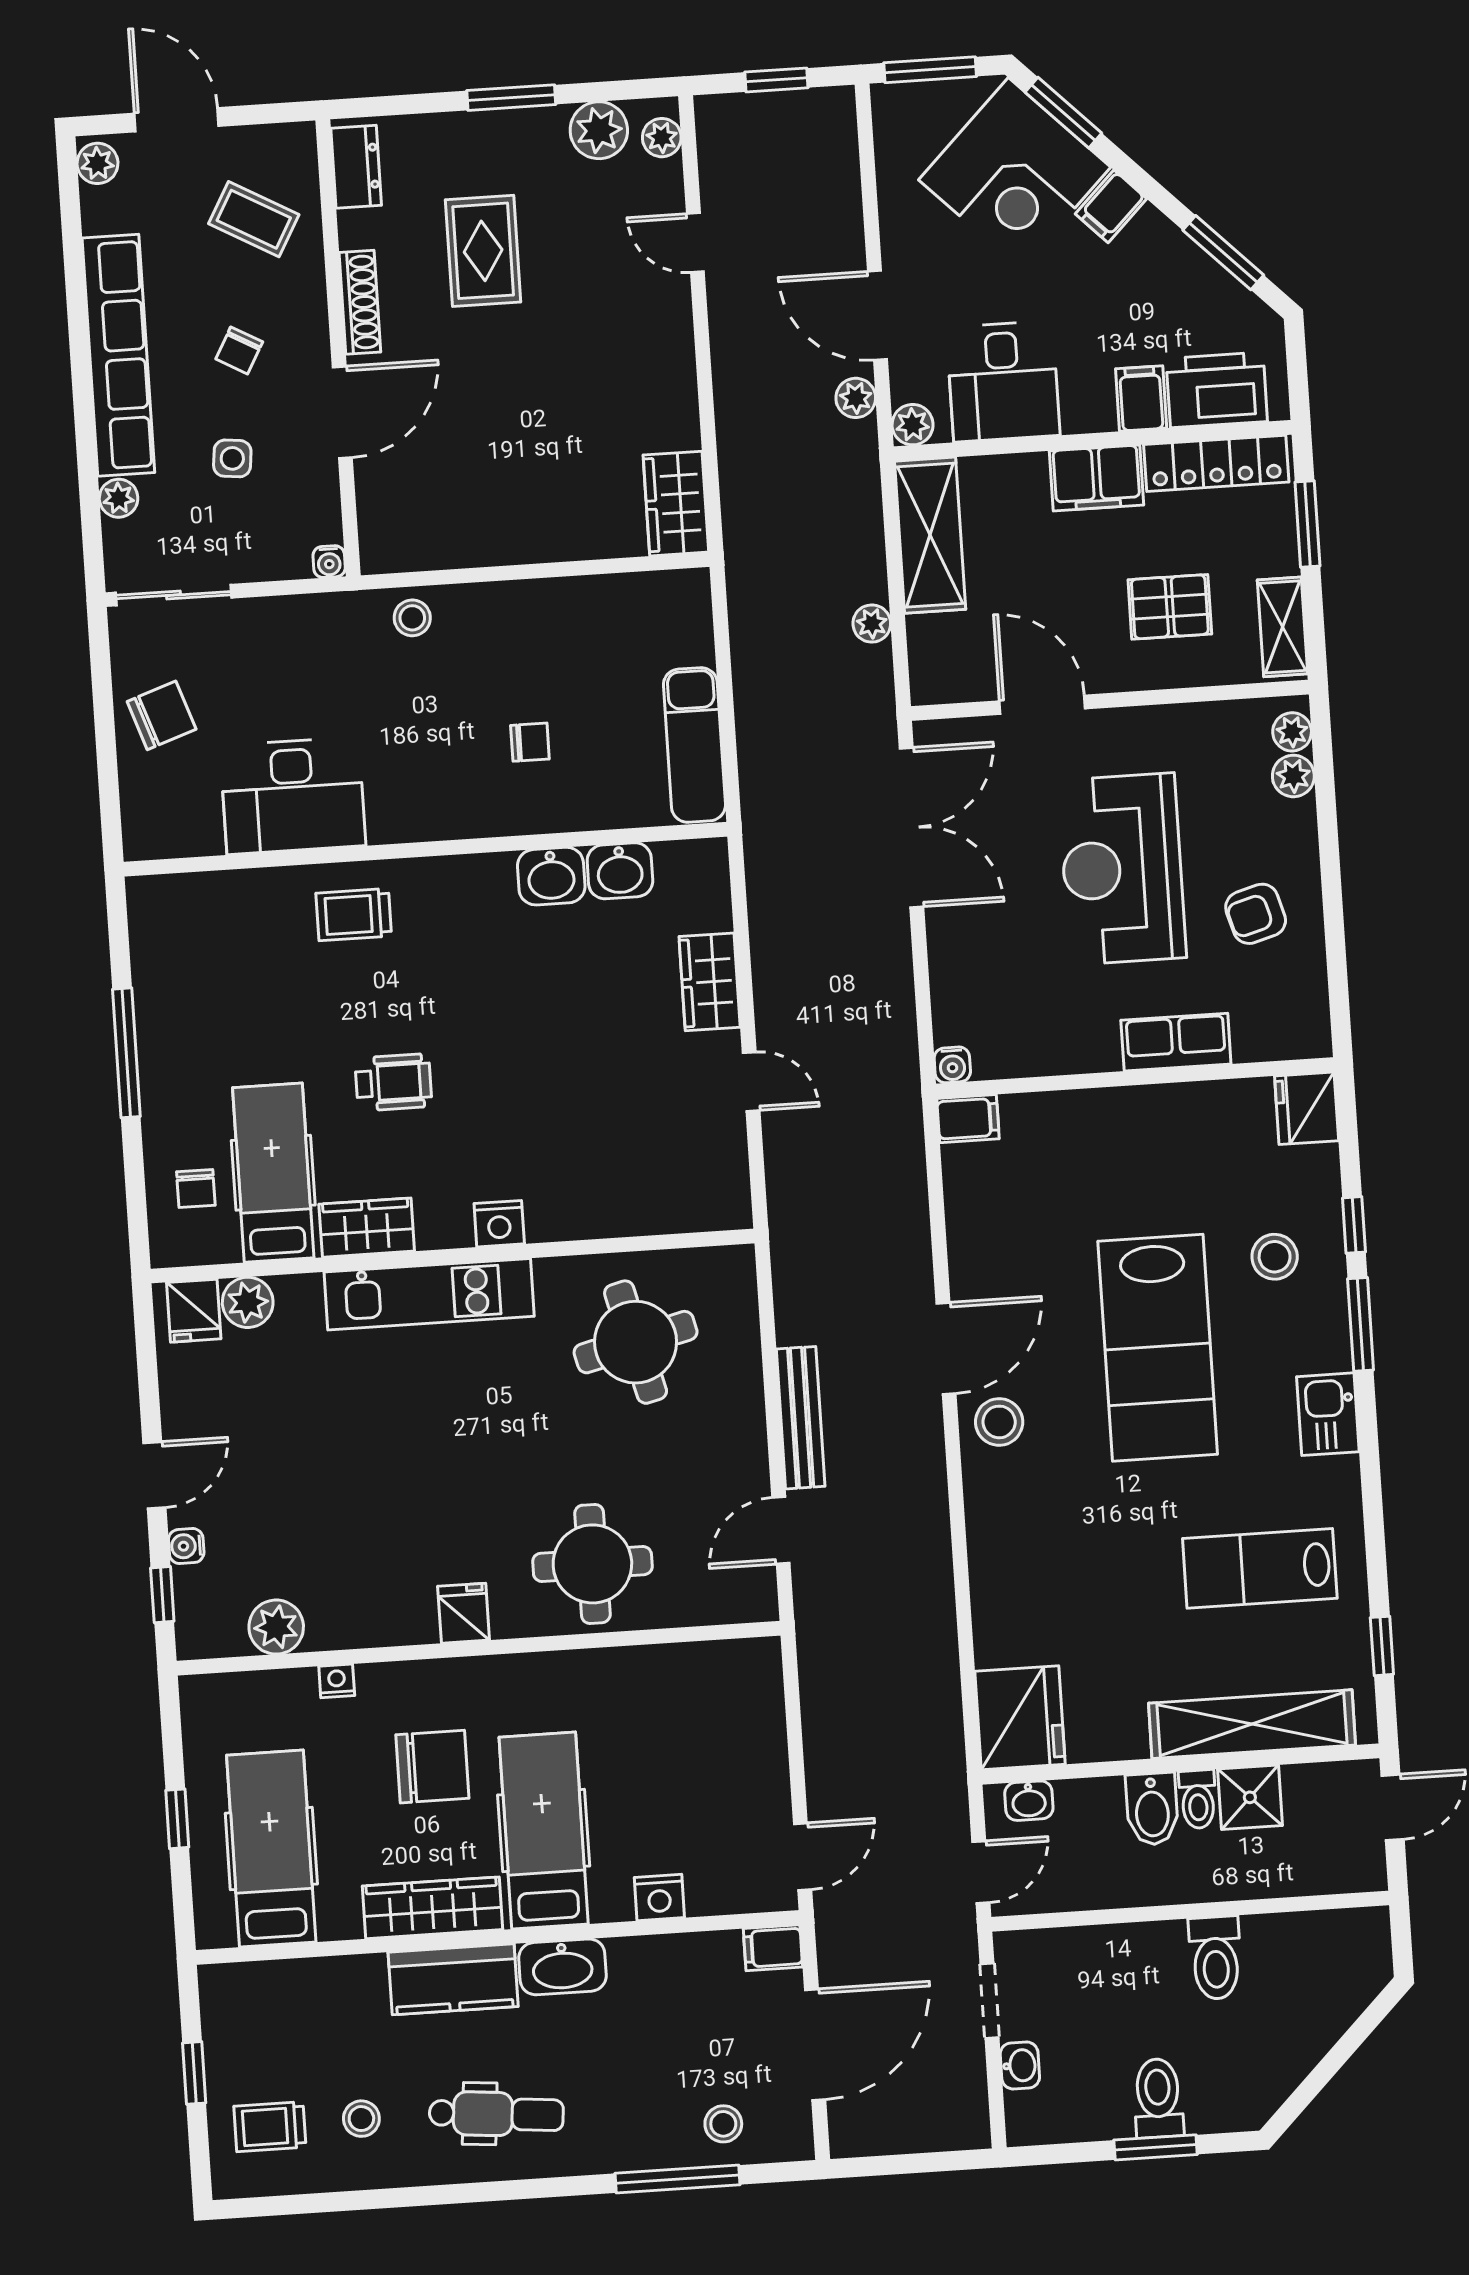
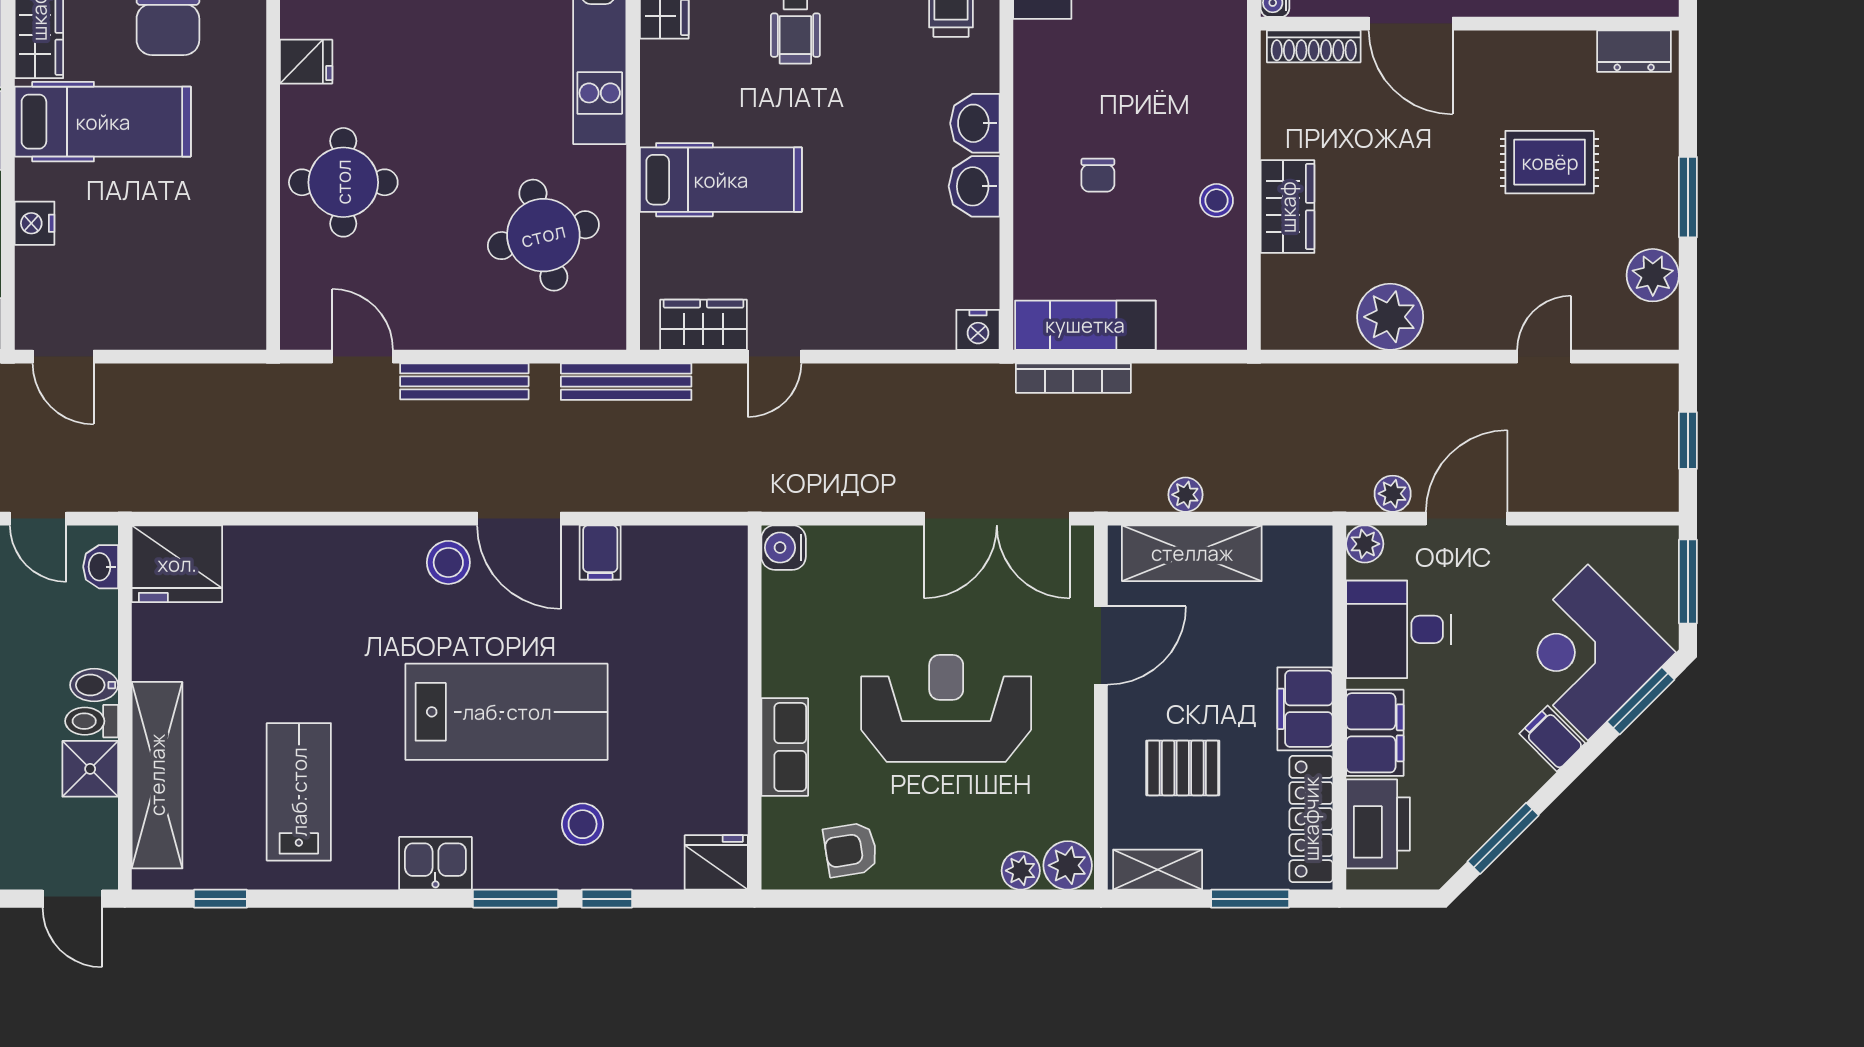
plant: (662, 138) -> (1390, 317), moved, width x1.88, depth x1.88
shoe rack: (360, 302) -> (1314, 46), moved
filing cabinet: (1141, 398) -> (1375, 733), width x2.00
wardrobe: (676, 504) -> (1288, 207), moved, turned 90
shelving: (930, 535) -> (1192, 553), moved
pallet: (1170, 607) -> (1183, 768), turned 90
stool: (412, 618) -> (1216, 200), moved
plant: (1292, 732) -> (1068, 865), width x1.38, depth x1.38
bookcase: (753, 754) -> (1073, 378), added
washbasin: (620, 871) -> (975, 123), moved
armchair: (1256, 914) -> (851, 850), moved, turned -83
wardrobe: (710, 982) -> (703, 325), moved
water cooler: (952, 1065) -> (784, 548), width x1.38, depth x1.38
filing cabinet: (968, 1119) -> (600, 553), moved
hospital bed: (562, 1153) -> (721, 180), added
nightstand: (499, 1224) -> (978, 330), moved, turned -90
bench: (789, 1241) -> (626, 382), added
lab bench: (1158, 1348) -> (507, 712), turned 180
bidet: (1152, 1809) -> (94, 685), width x0.72, depth x0.74

